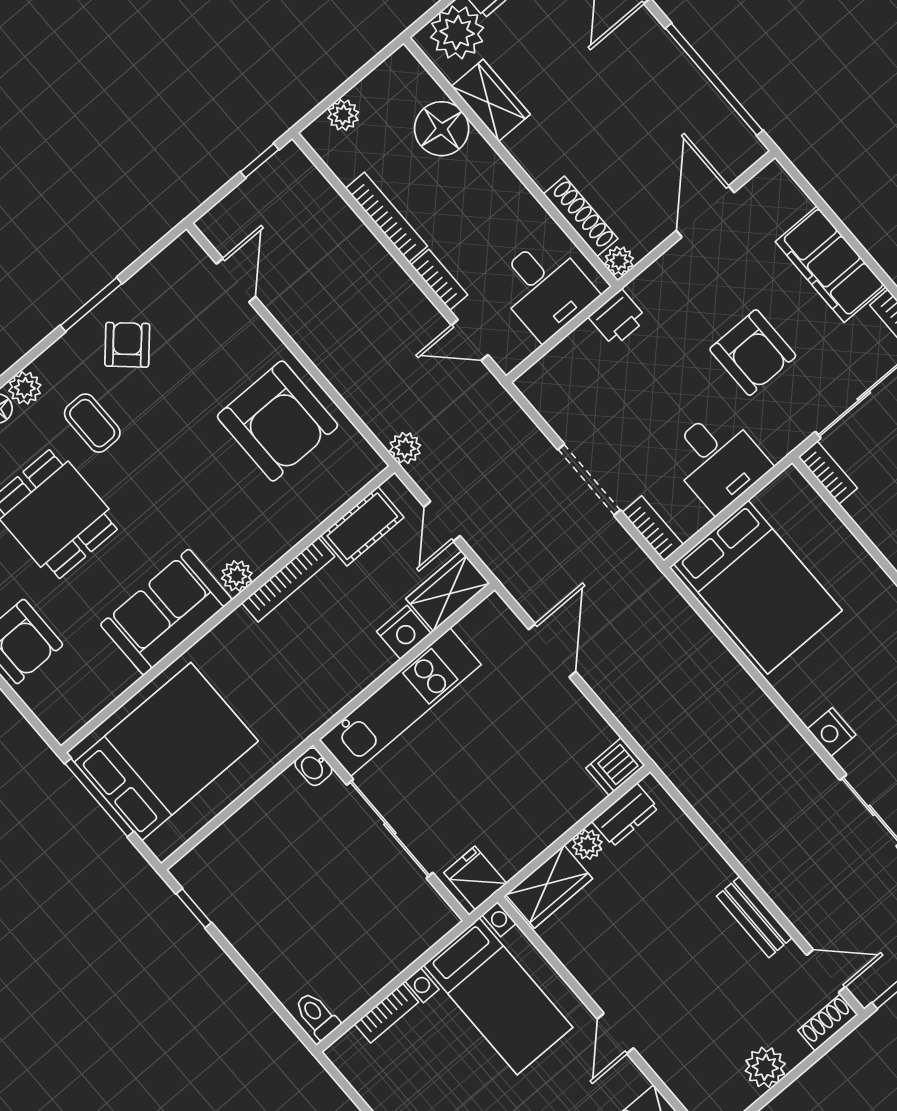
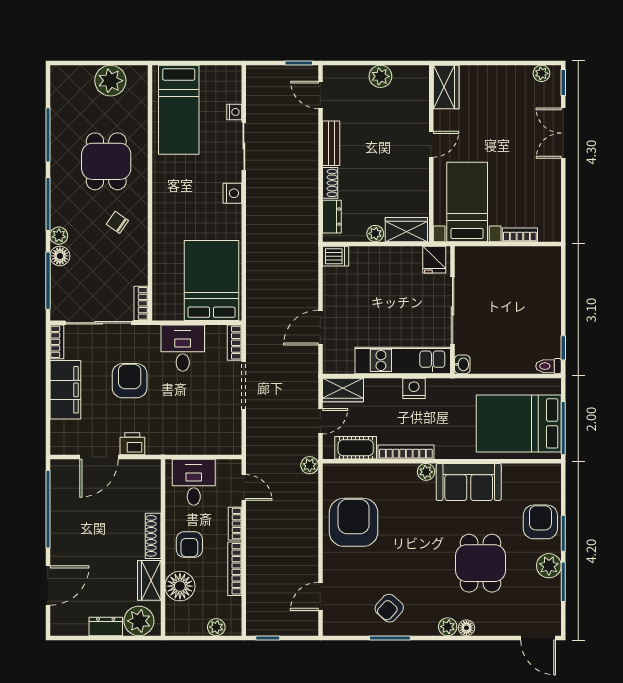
armchair: (478, 197) -> (189, 544), added
shoe rack: (581, 216) -> (153, 536), moved
plant: (619, 261) -> (153, 467), removed
printer: (618, 318) -> (132, 444), moved
coffee table: (92, 423) -> (432, 588), removed
nightstand: (404, 632) -> (414, 388), moved
dresser: (625, 815) -> (332, 217), moved, turned 90
toilet: (317, 1015) -> (548, 366), moved, turned 90
shoe rack: (828, 1023) -> (330, 183), moved, turned -90

